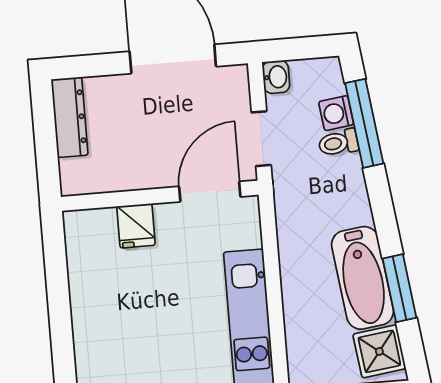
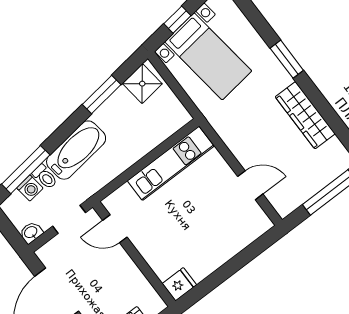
door: (210, 192) -> (115, 229), width x0.73
fridge: (136, 226) -> (179, 284), moved
bathtub: (363, 278) -> (76, 150), moved

